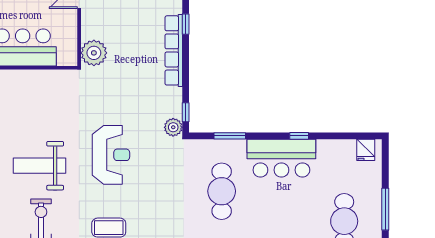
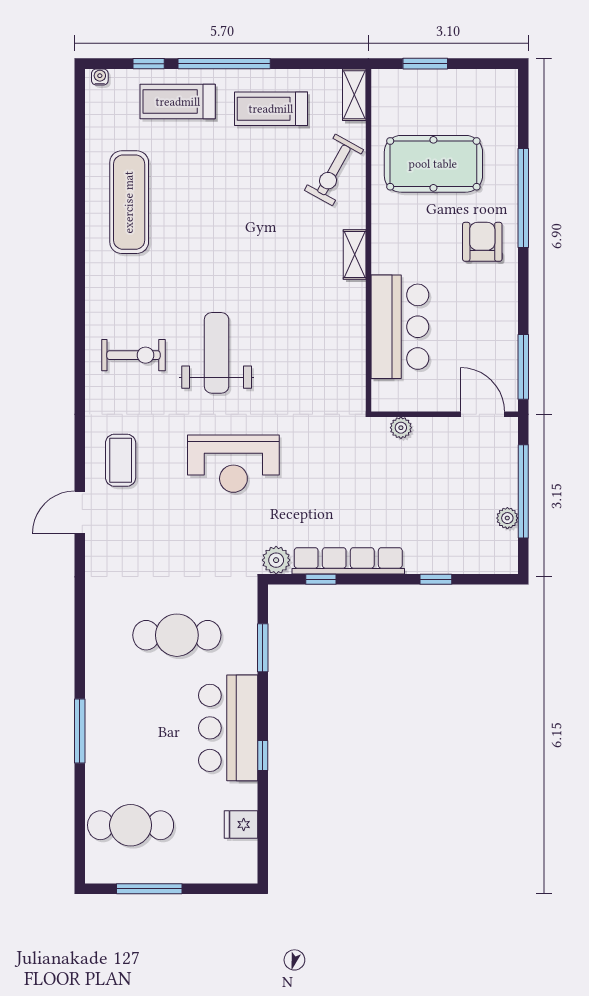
row of seats: (174, 50) -> (348, 561), moved
plant: (94, 53) -> (401, 428), width x0.53, depth x0.53
window: (186, 112) -> (321, 579), moved
fridge: (366, 150) -> (241, 824), moved

